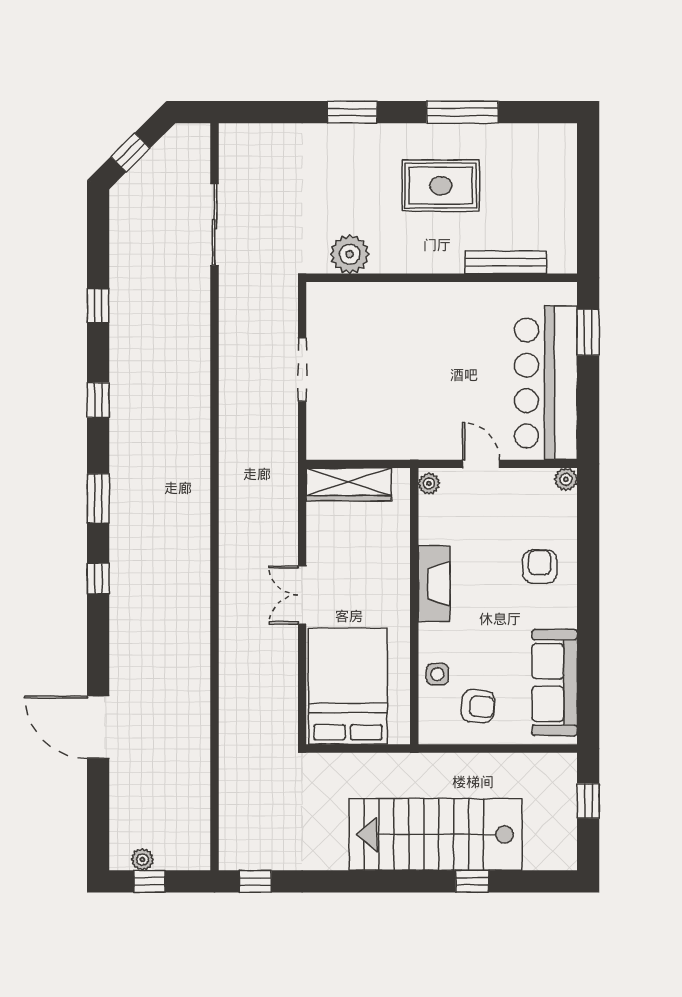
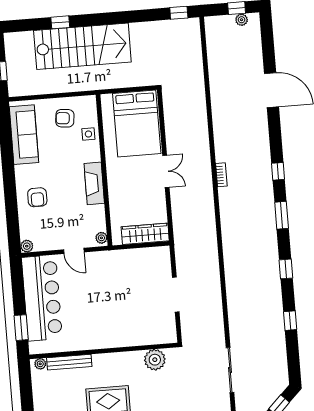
plant: (559, 263) -> (40, 364), added
bookcase: (202, 581) -> (221, 175), added

